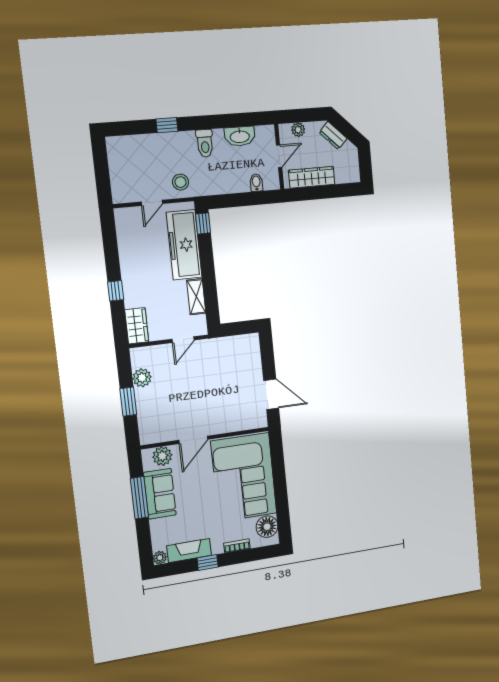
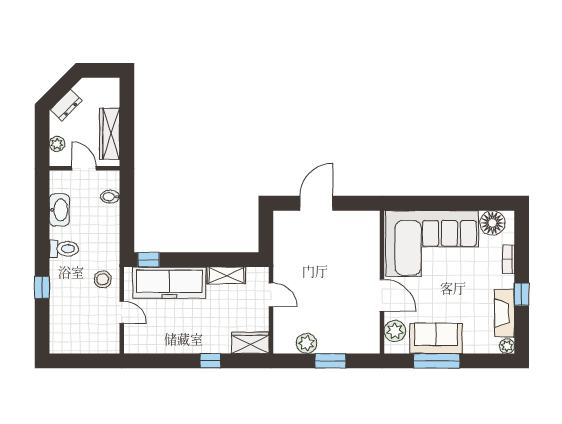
door: (271, 394) -> (316, 203), moved

